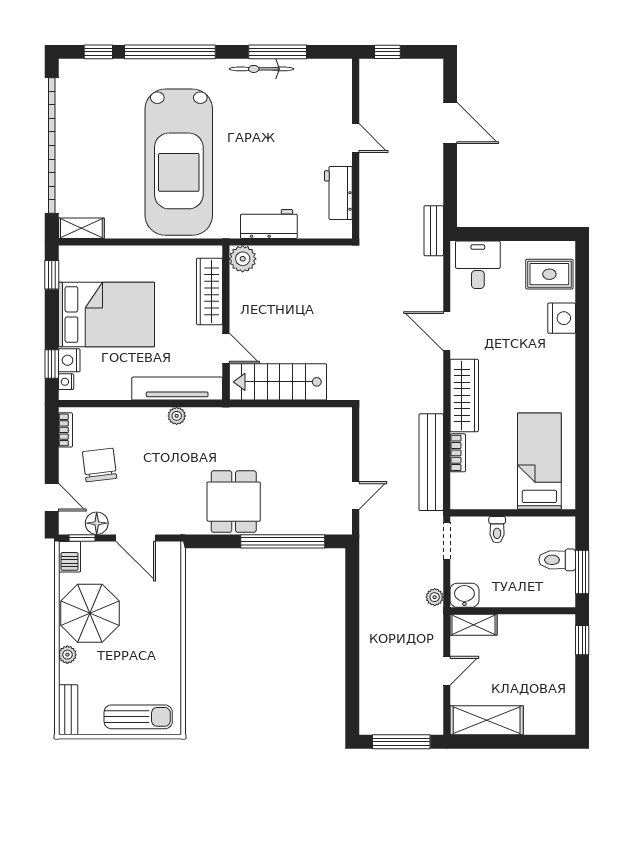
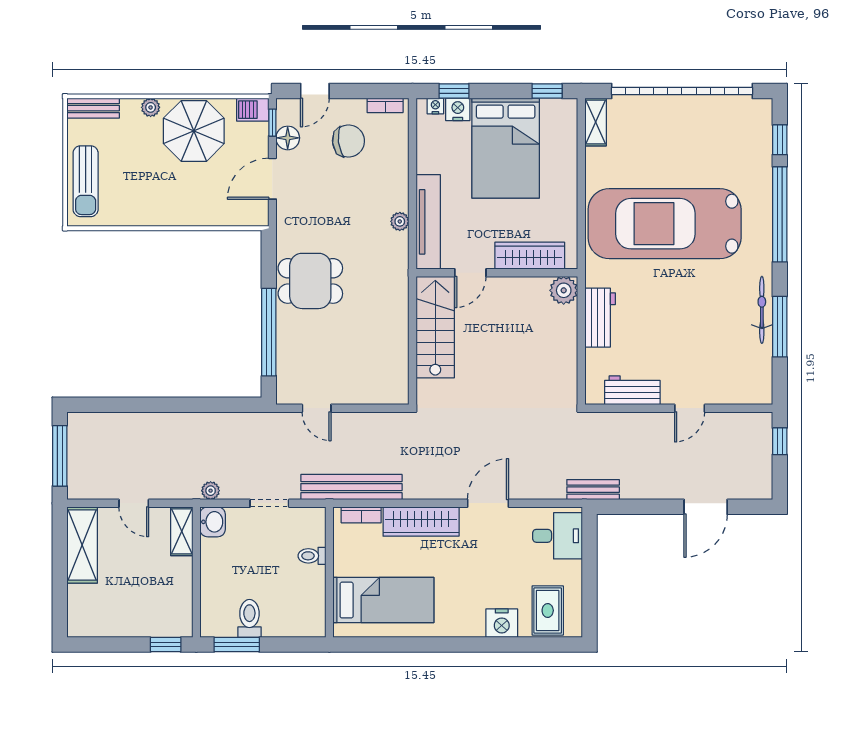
bed: (539, 461) -> (383, 600), moved
wall: (513, 513) -> (329, 572), moved
toilet: (497, 530) -> (312, 556), moved

